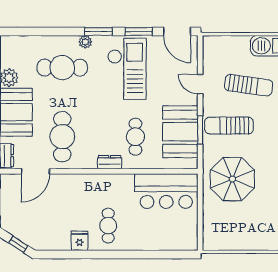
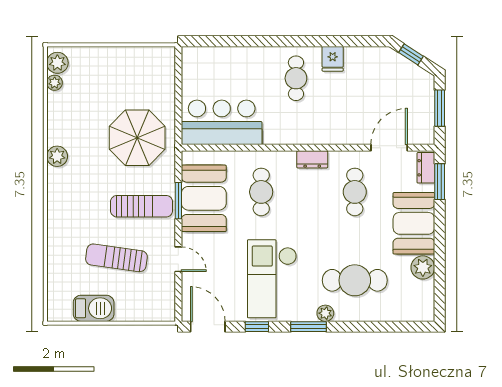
window: (139, 31) -> (257, 327), width x0.67
cafe table: (62, 137) -> (355, 192), width x0.73, depth x0.74
dresser: (110, 162) -> (312, 159), moved

